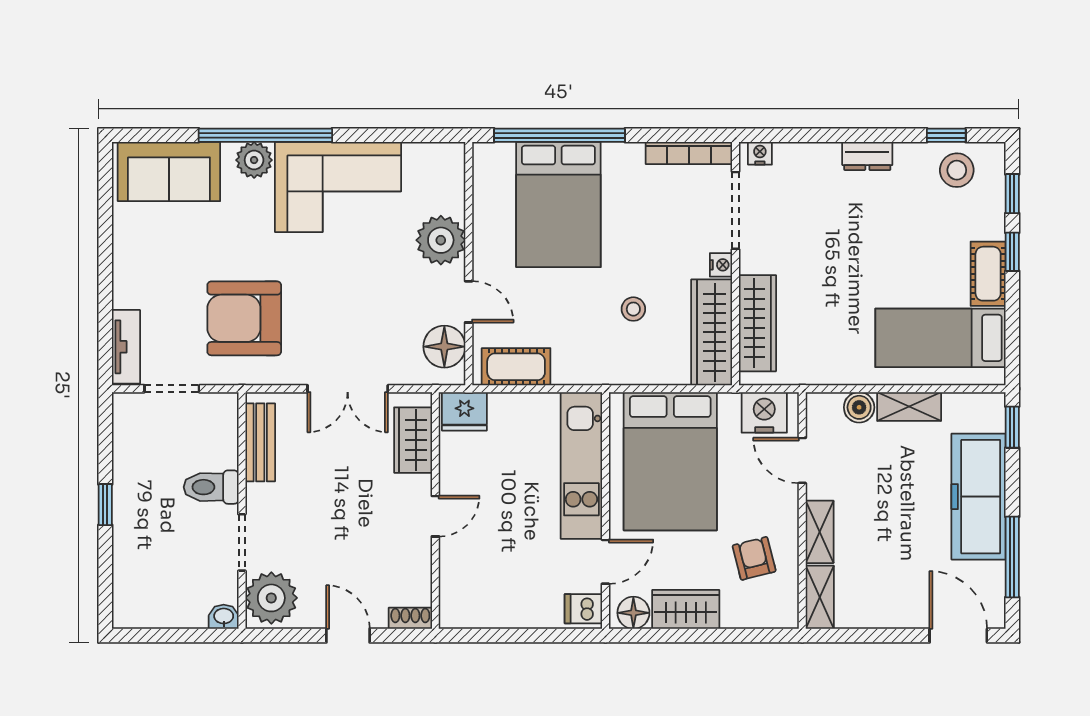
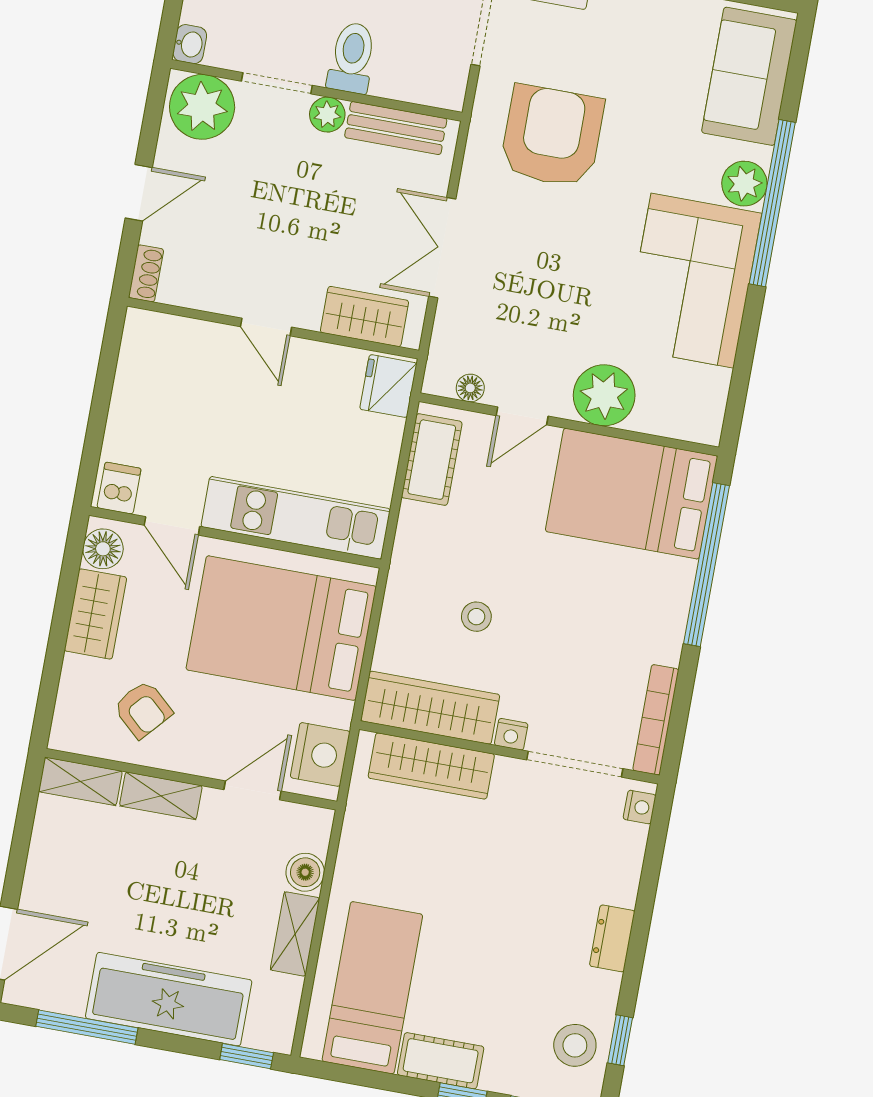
bed: (558, 205) -> (631, 494), moved
floor lamp: (444, 347) -> (470, 388), width x0.53, depth x0.53
plant: (259, 498) -> (327, 115), added
armchair: (754, 558) -> (143, 709), turned 56

